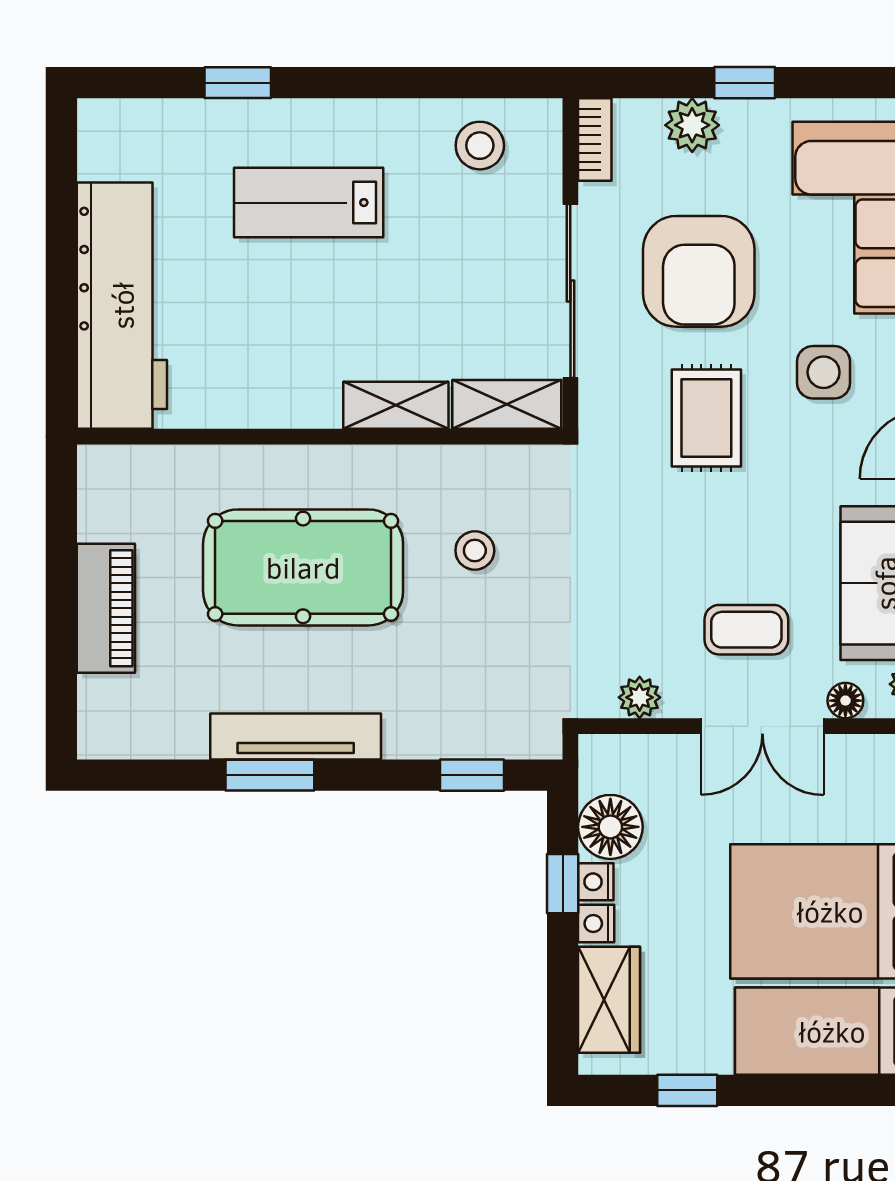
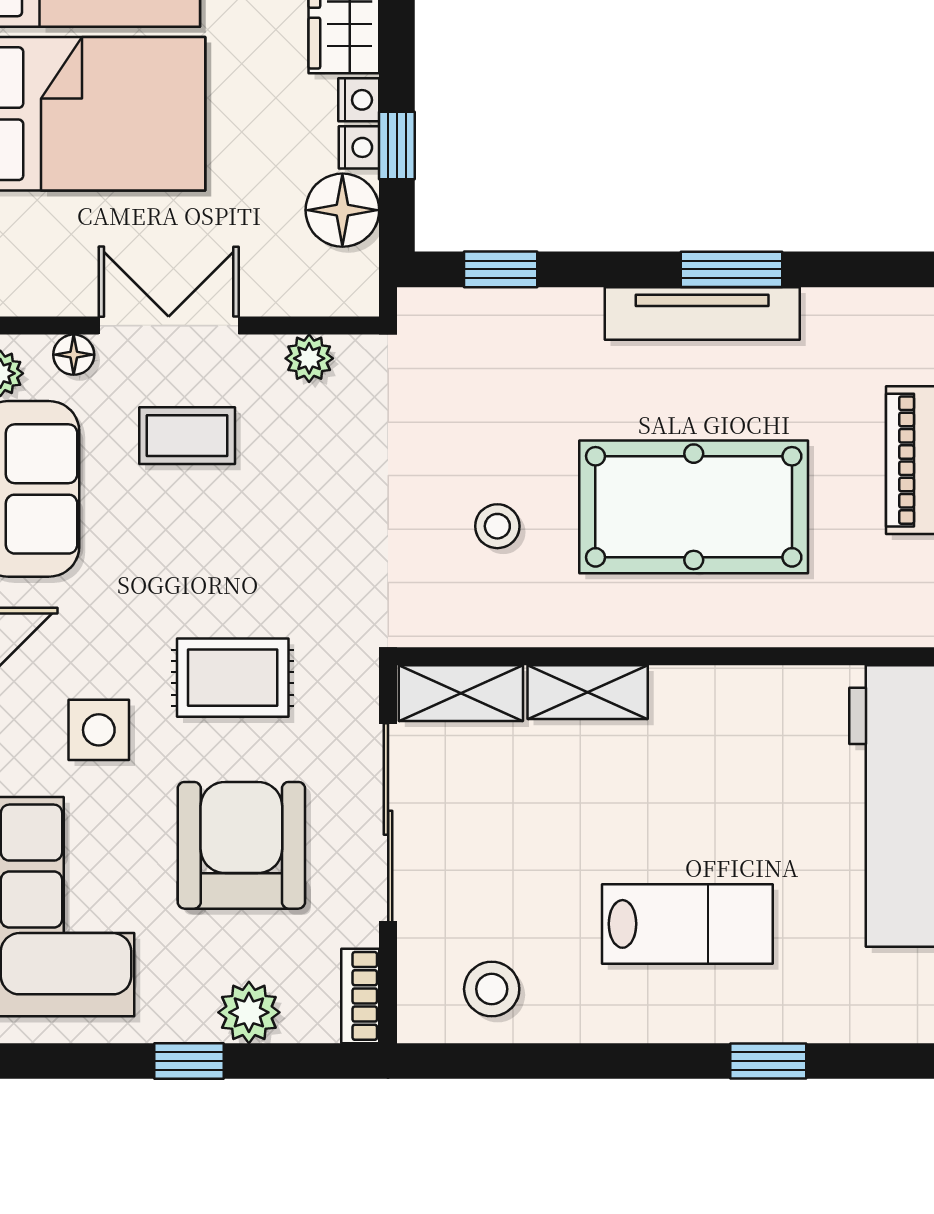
rug: (706, 418) -> (233, 678), turned 90

